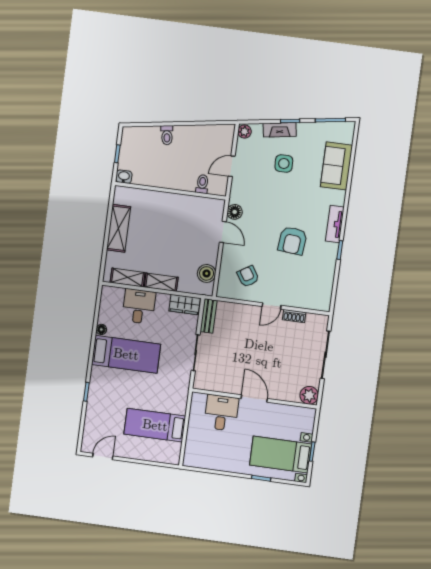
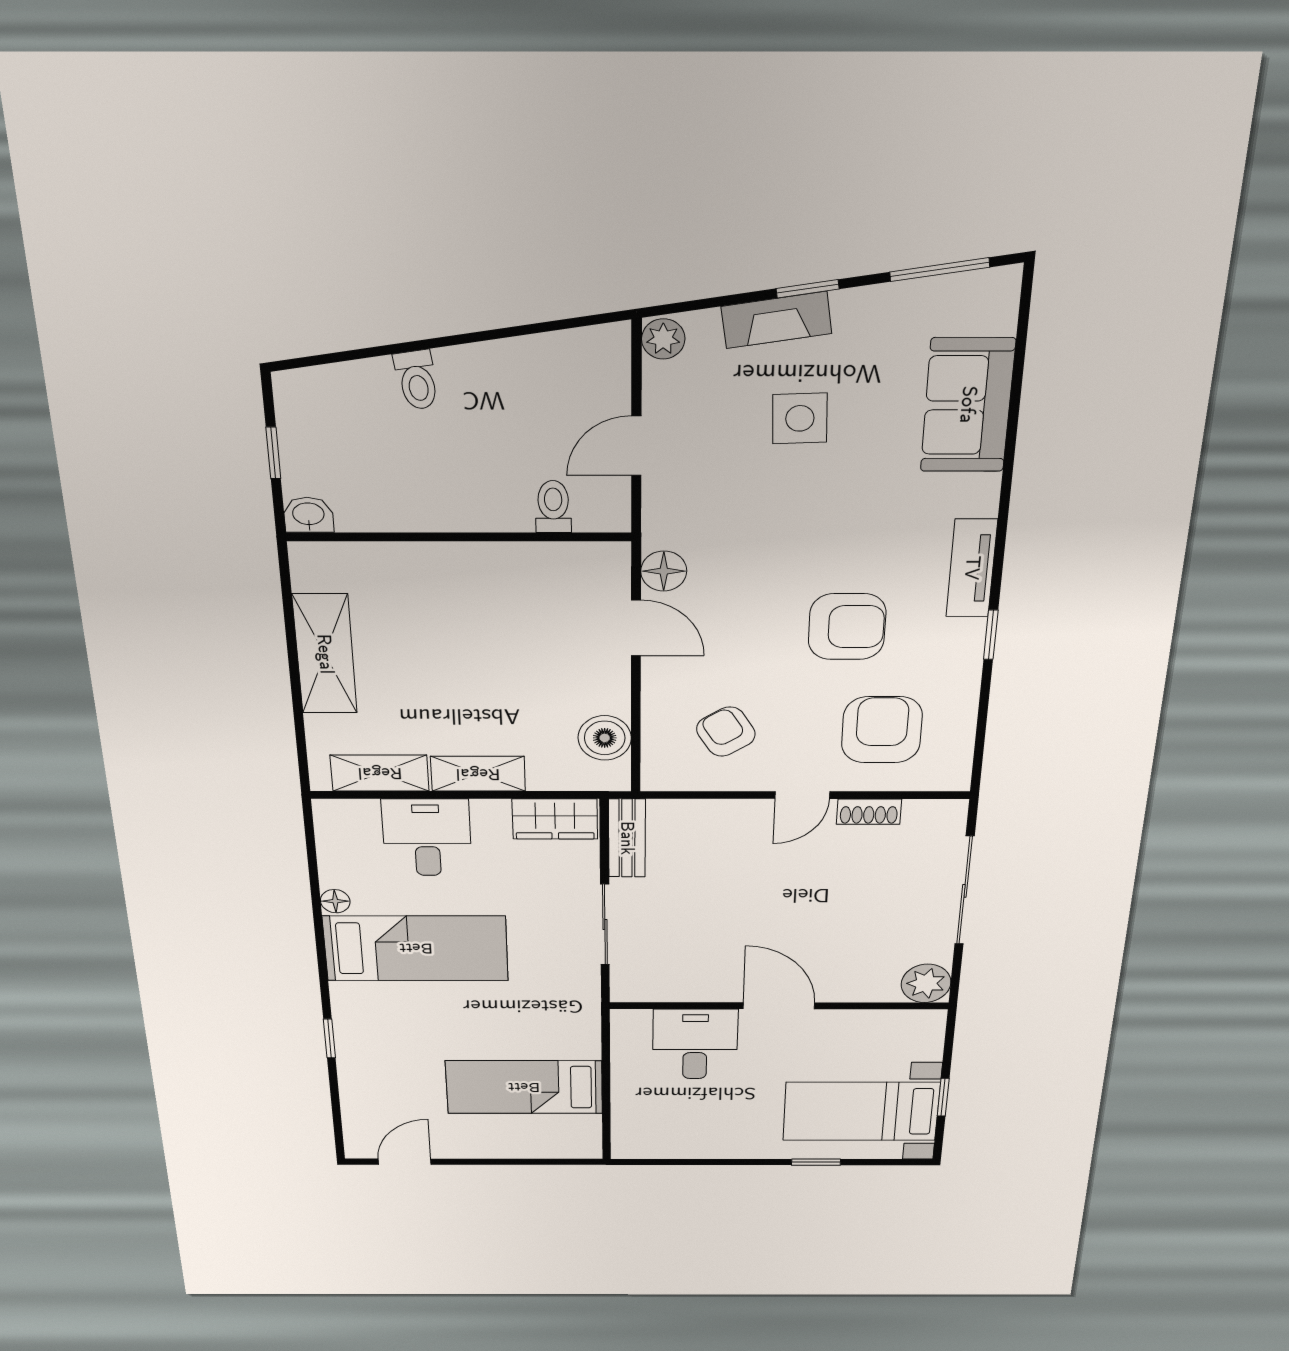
armchair: (292, 241) -> (847, 627), turned -95
armchair: (301, 283) -> (882, 730), added

